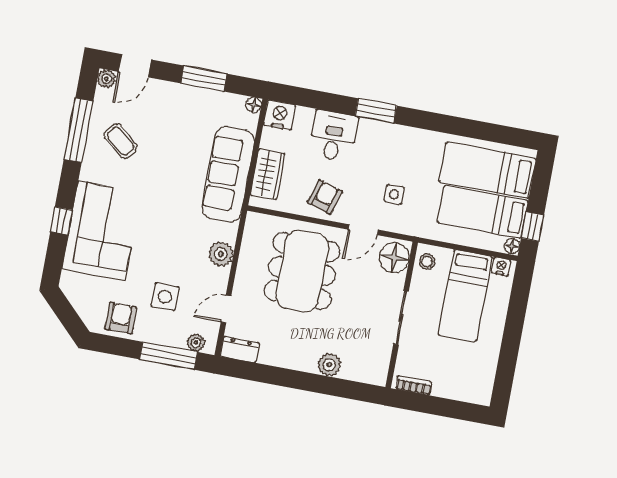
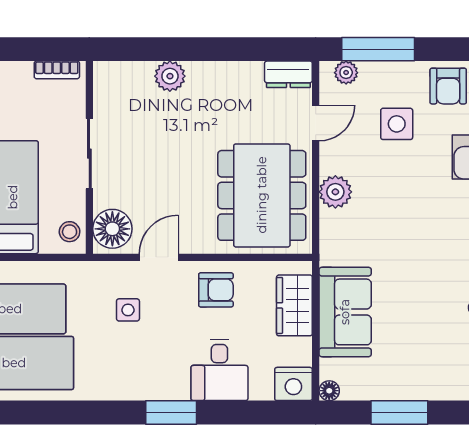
sofa: (228, 174) -> (345, 312), width x0.73
armchair: (325, 197) -> (216, 290), turned -107
dining table: (302, 271) -> (262, 195), moved

